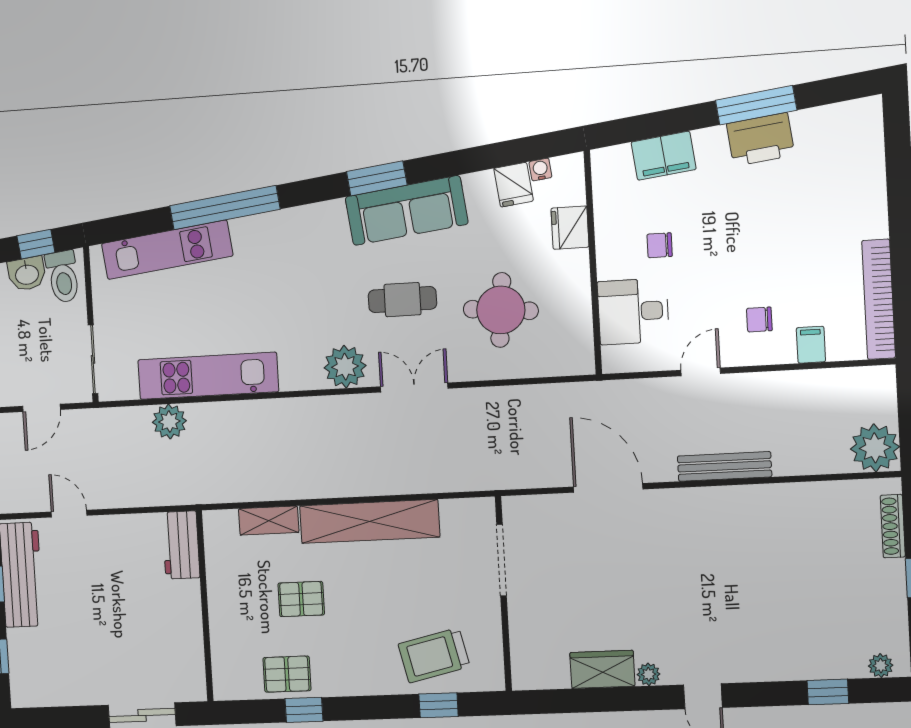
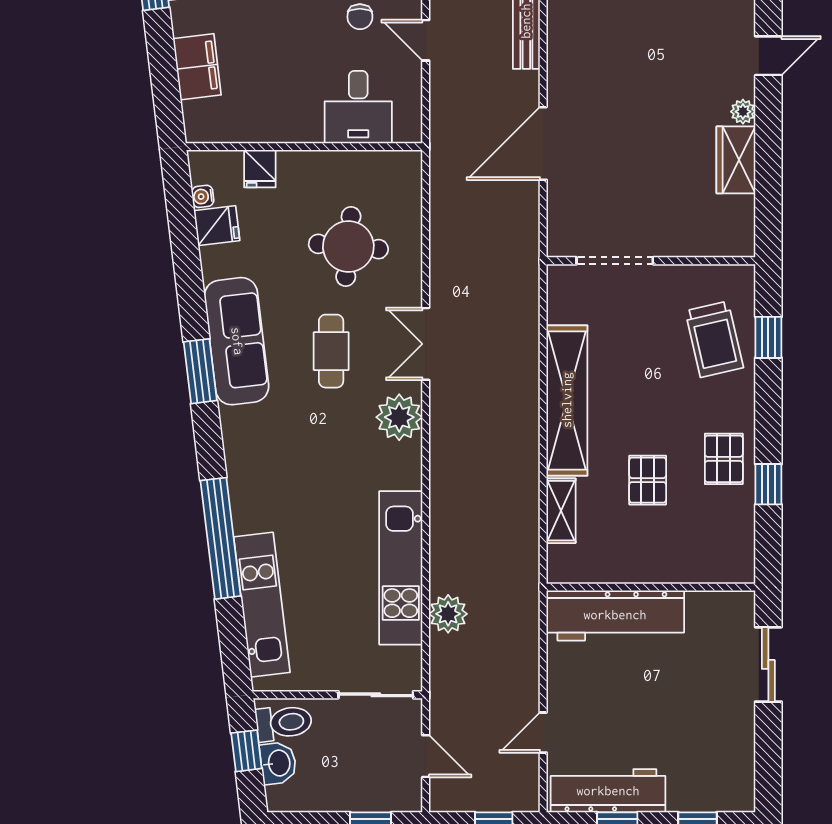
fridge: (570, 228) -> (260, 169), width x0.72
chair: (660, 245) -> (360, 17), moved
workbench: (181, 545) -> (615, 615), width x1.88, depth x1.32
pallet: (287, 674) -> (724, 459), moved

